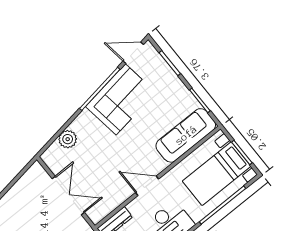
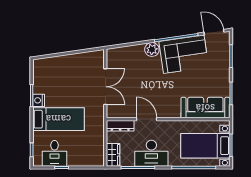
plant: (68, 139) -> (152, 49), moved
door: (147, 186) -> (146, 119), moved

